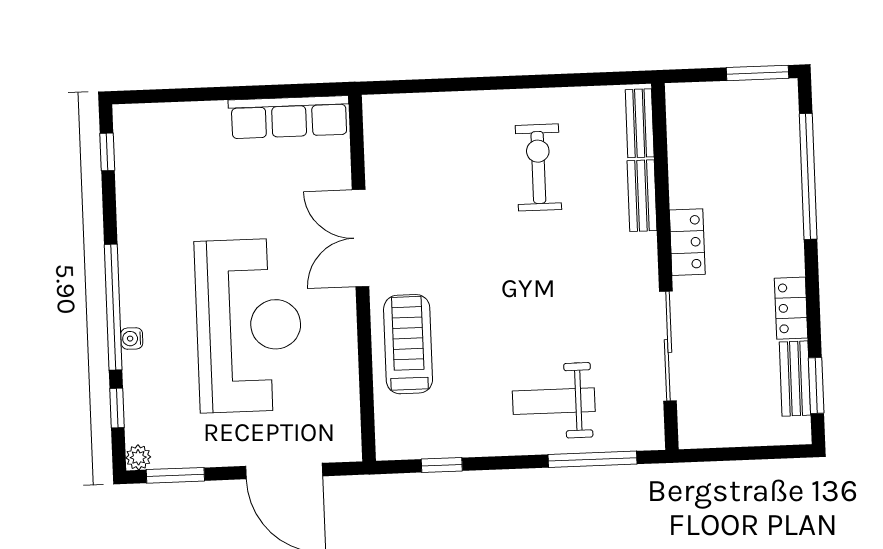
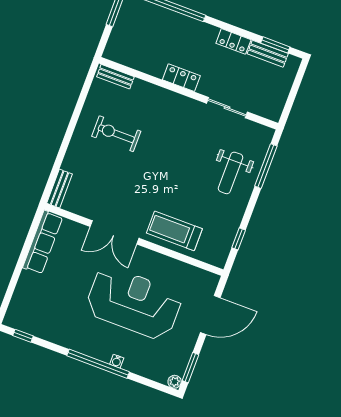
bench: (642, 196) -> (60, 189), moved, turned 90
sliding door: (668, 346) -> (227, 108), width x0.73
window: (117, 408) -> (147, 382), removed

